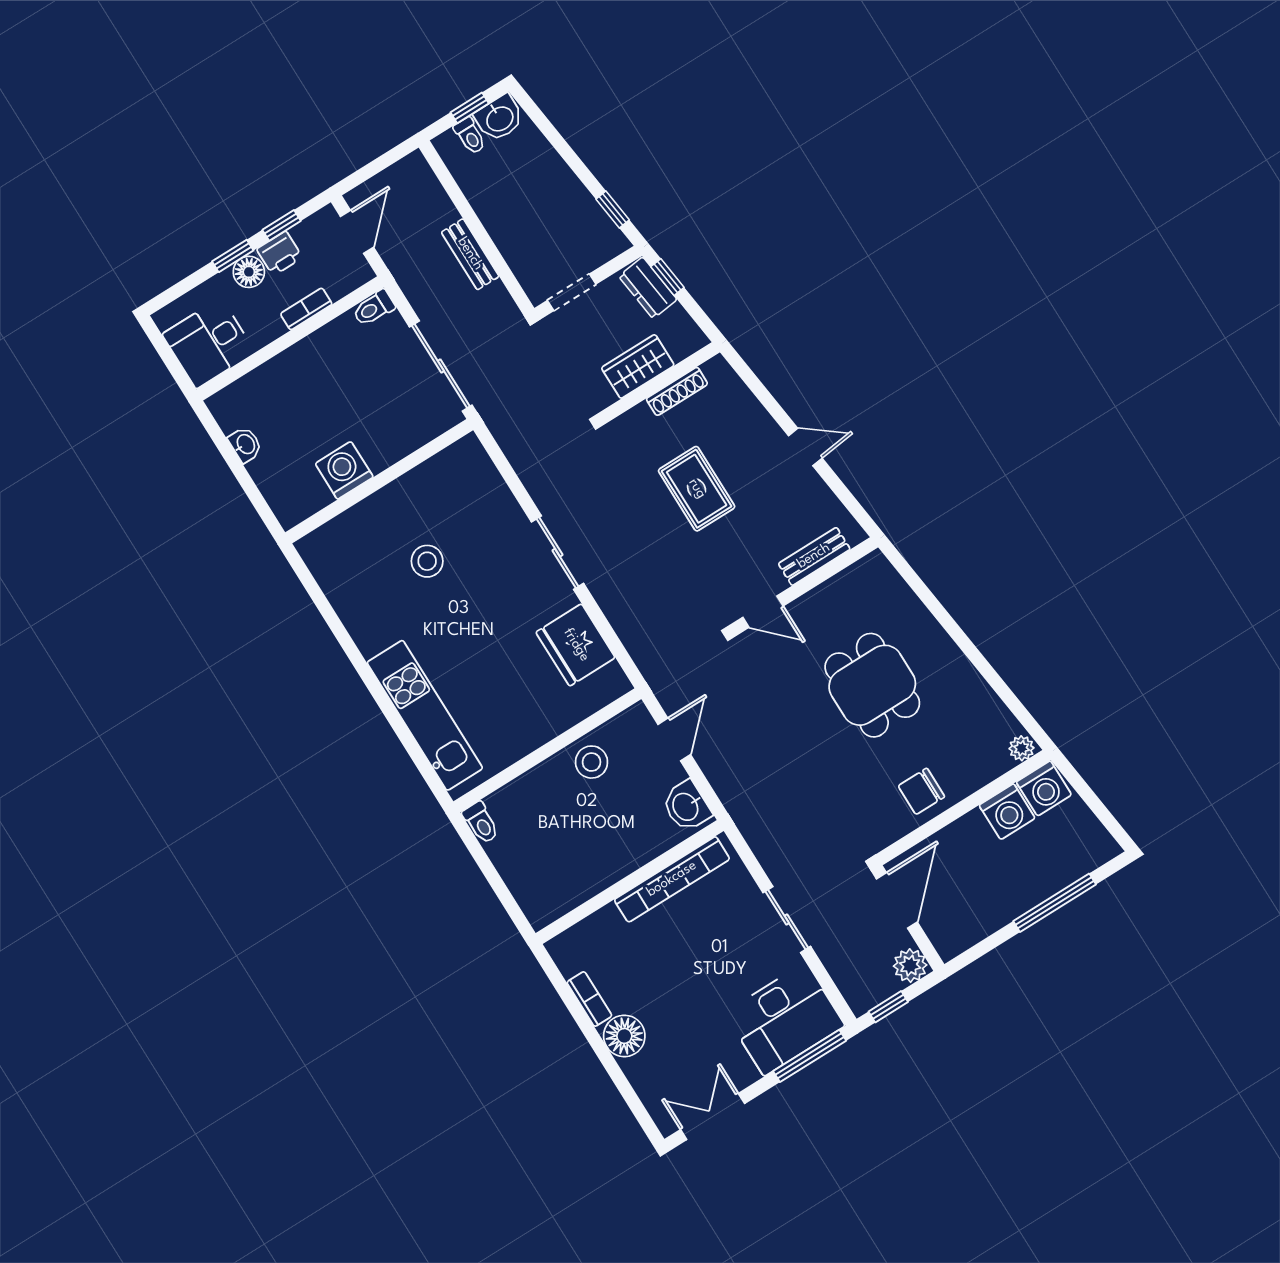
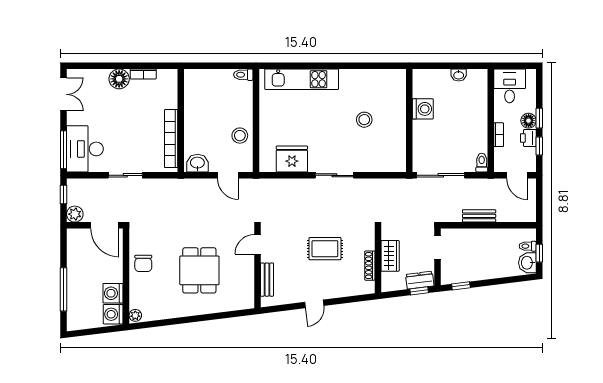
dining table: (872, 685) -> (199, 270), turned 90
chair: (921, 791) -> (143, 263), turned 180

